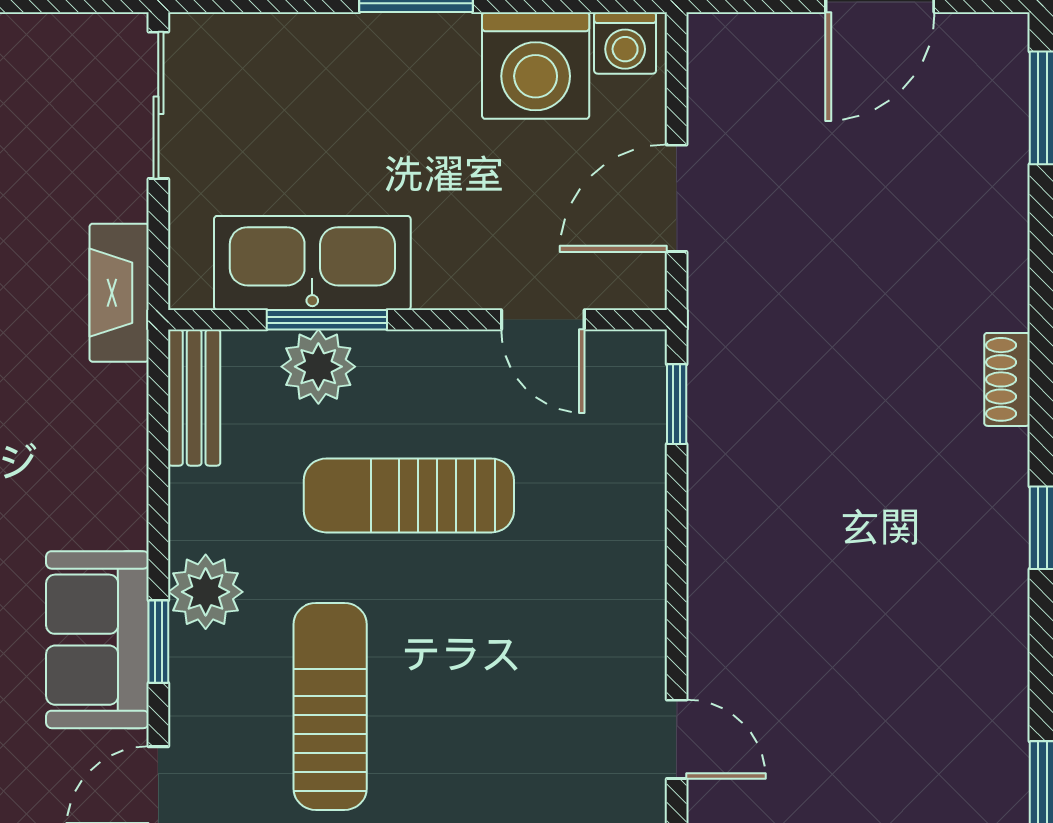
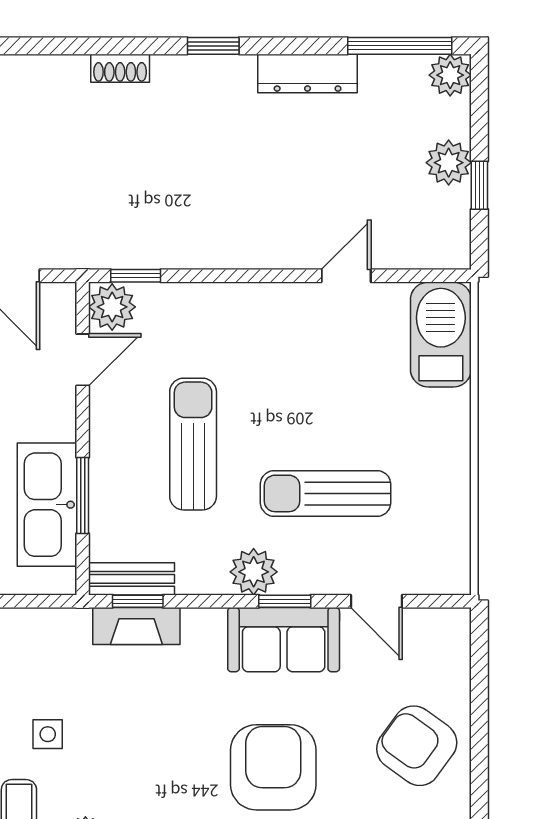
fireplace: (119, 293) -> (136, 626), moved
plant: (318, 367) -> (112, 307), moved
window: (158, 408) -> (138, 601), added
sun lounger: (409, 495) -> (193, 444), turned 180
dresser: (999, 678) -> (308, 73), added

